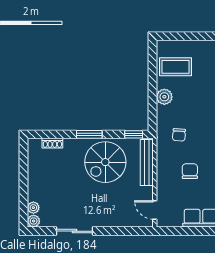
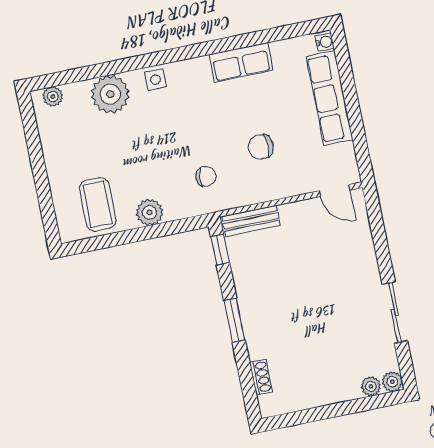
spiral stairs: (105, 162) -> (274, 286), removed
bench: (147, 162) -> (251, 221), width x0.73
door: (155, 210) -> (335, 190), hinge flipped

